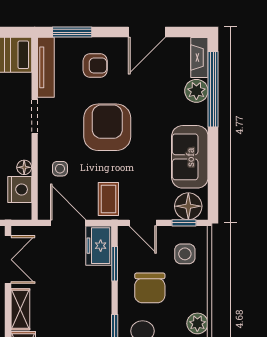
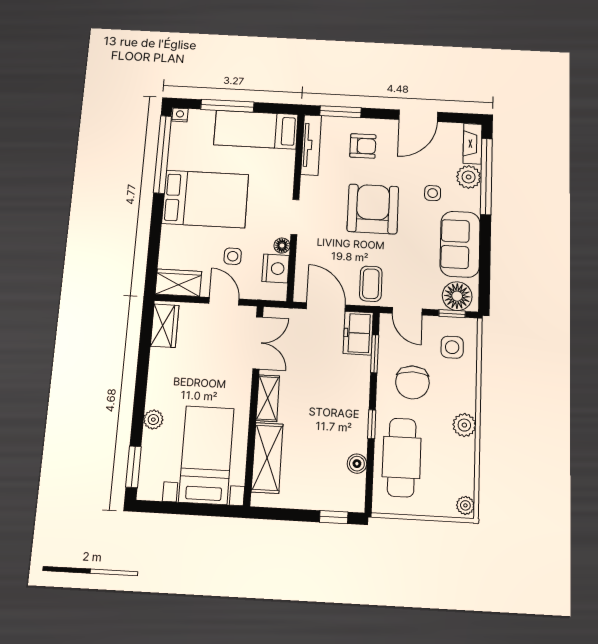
doorway: (35, 116) -> (295, 217), moved
side table: (60, 169) -> (433, 193), moved

